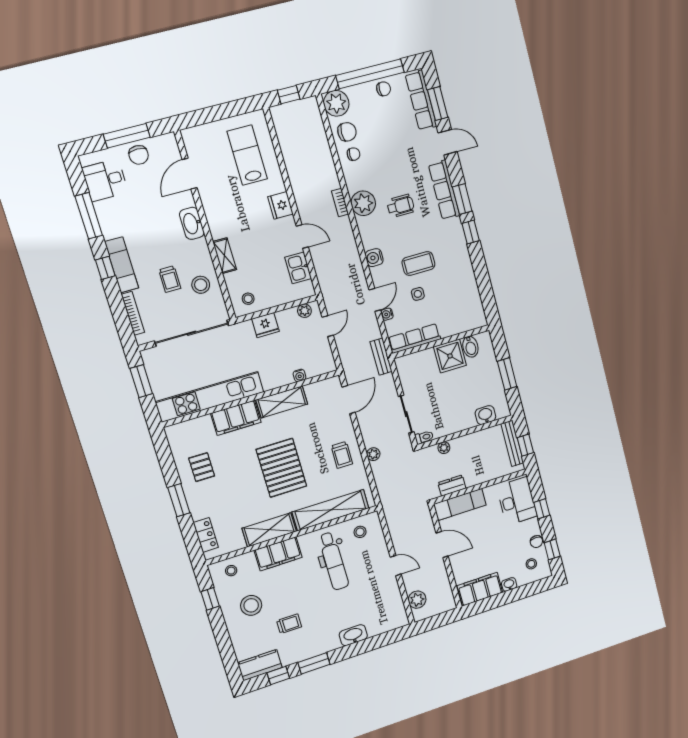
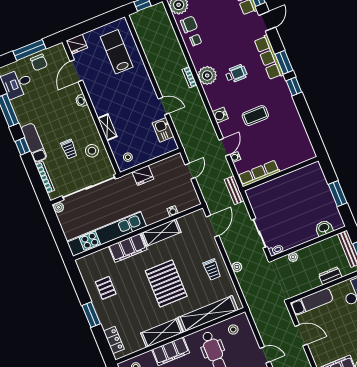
door: (448, 142) -> (267, 21), hinge flipped
fridge: (280, 205) -> (77, 44), moved, turned -90
washbasin: (192, 223) -> (81, 101), width x0.52, depth x0.69
side table: (418, 294) -> (258, 139), removed
plant: (304, 311) -> (59, 207), moved
bidet: (470, 347) -> (305, 175), removed
shower: (450, 356) -> (289, 184), removed
window: (141, 381) -> (55, 227), removed
dresser: (452, 486) -> (330, 276), moved

